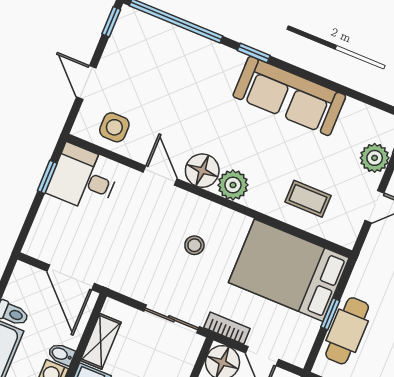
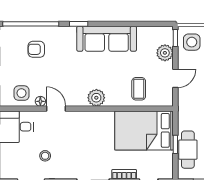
armchair: (168, 66) -> (36, 49), added
floor lamp: (202, 171) -> (40, 101), moved, width x0.53, depth x0.53
coffee table: (308, 199) -> (139, 89), turned 90
stool: (194, 245) -> (45, 156), moved

